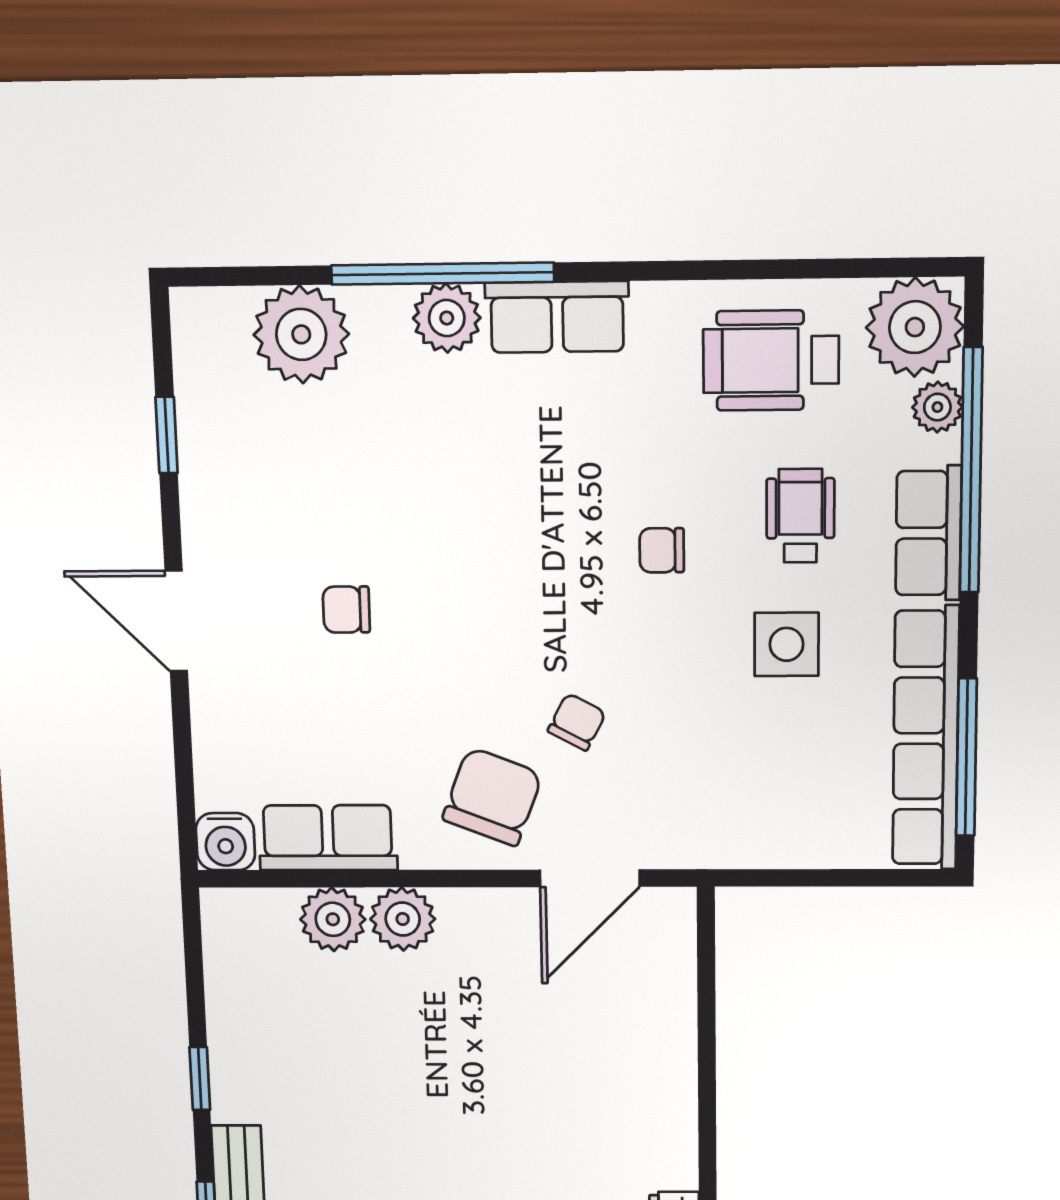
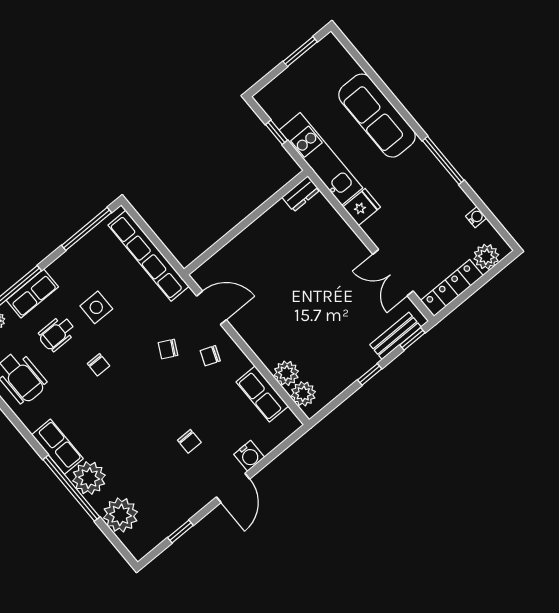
plant: (447, 318) -> (89, 478), width x1.36, depth x1.36
row of seats: (926, 738) -> (148, 256), moved, turned 90
chair: (492, 797) -> (210, 356), width x0.54, depth x0.54
water cooler: (225, 842) -> (249, 456), moved, turned 90
plant: (403, 919) -> (303, 394), moved

